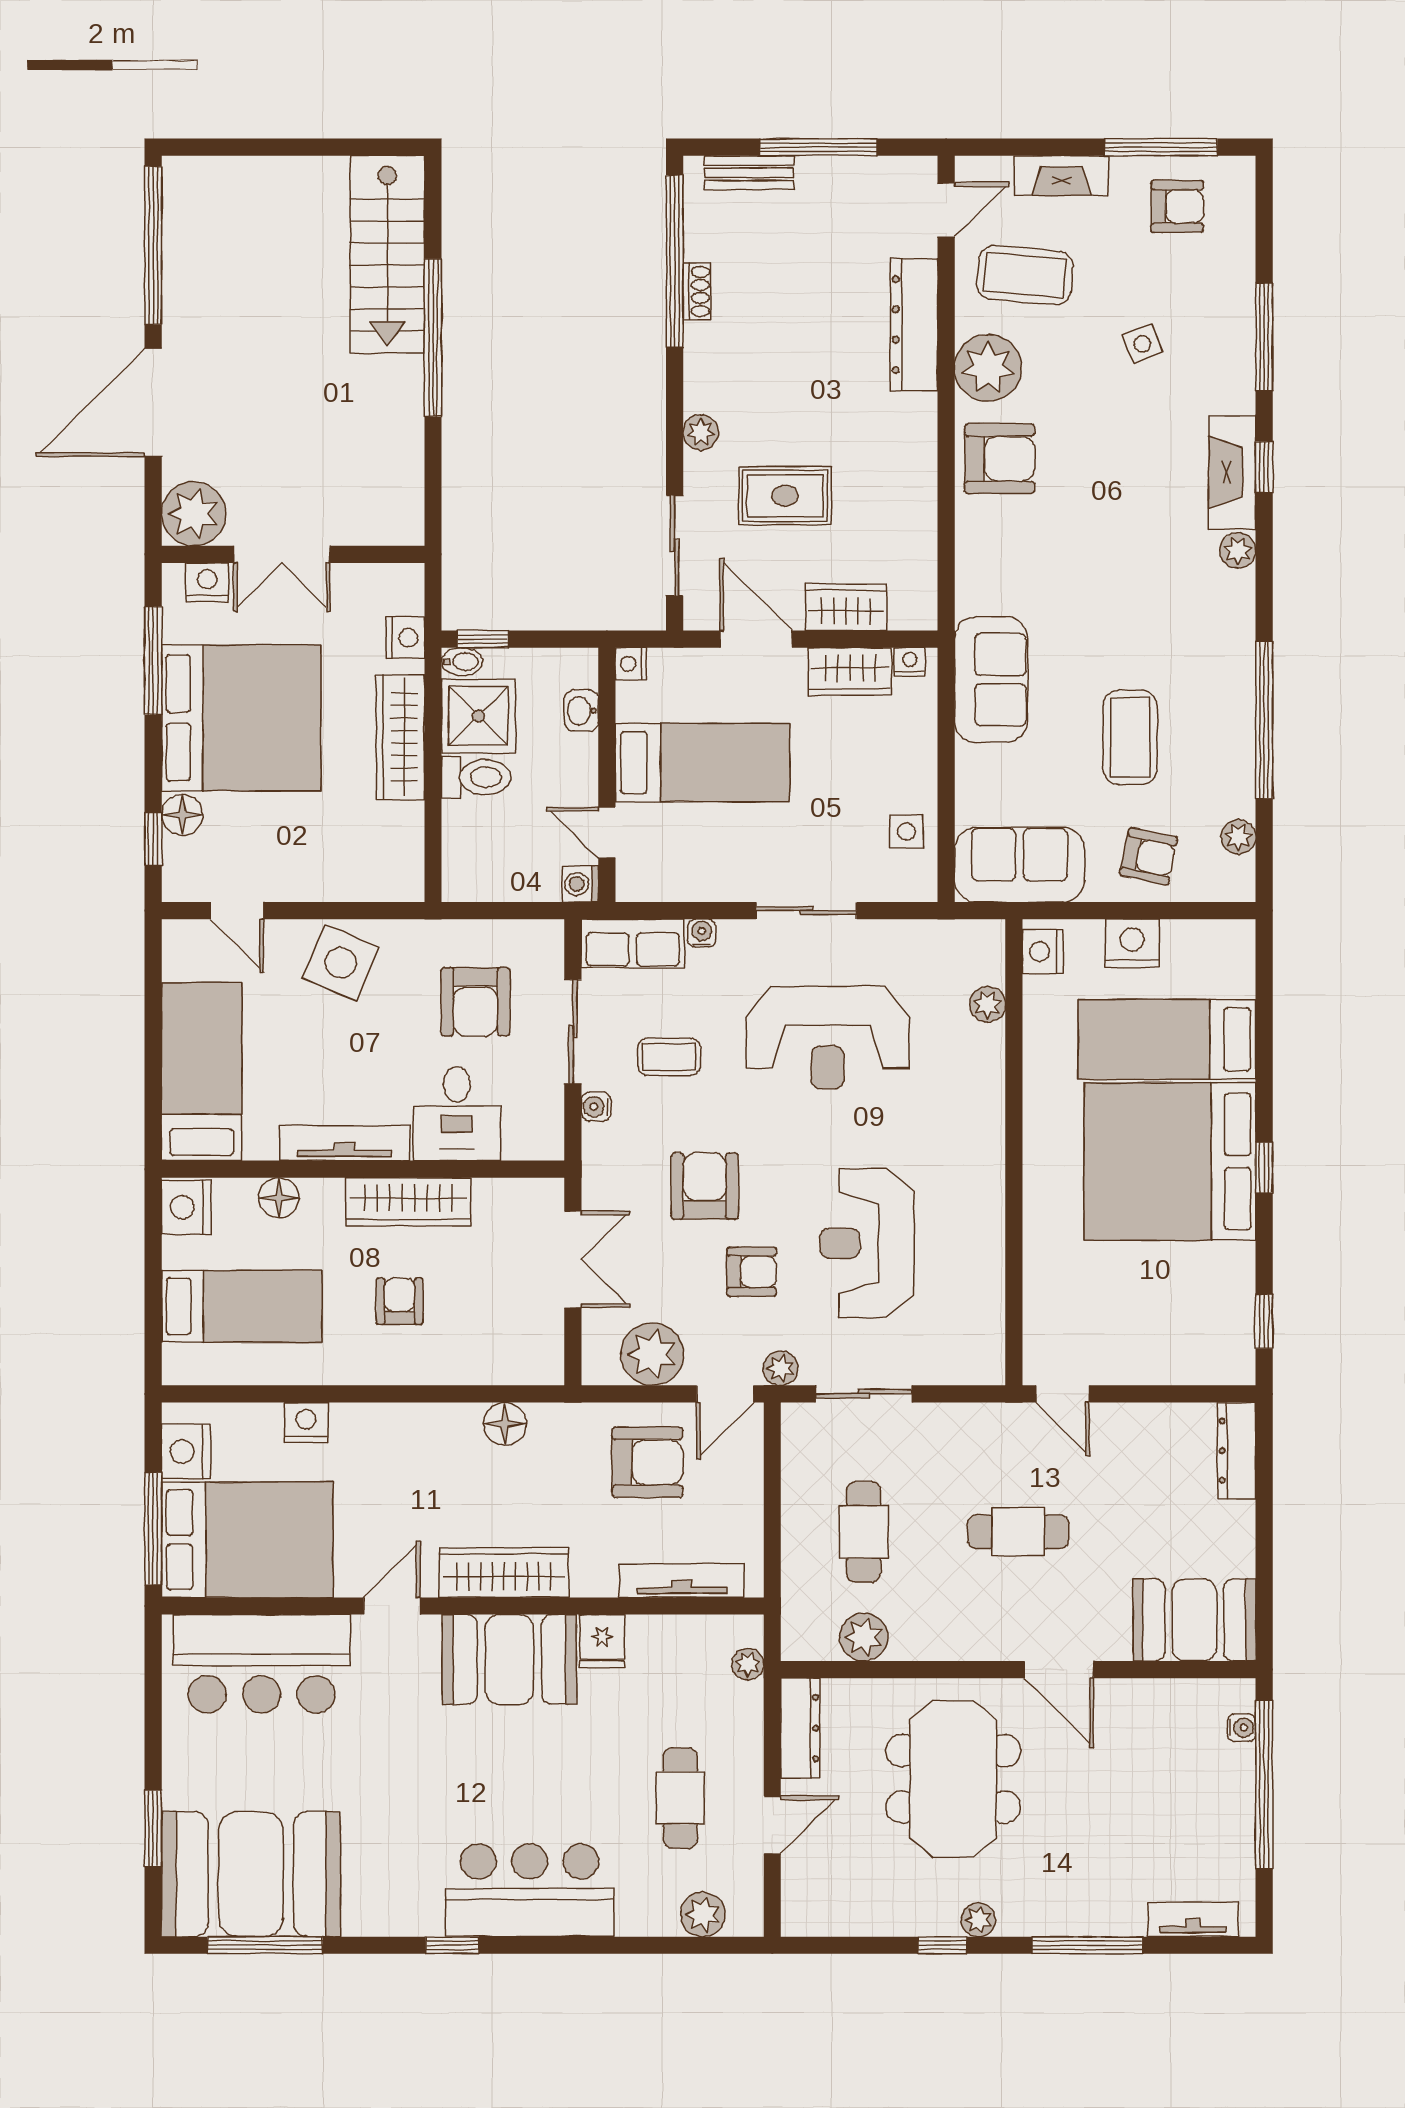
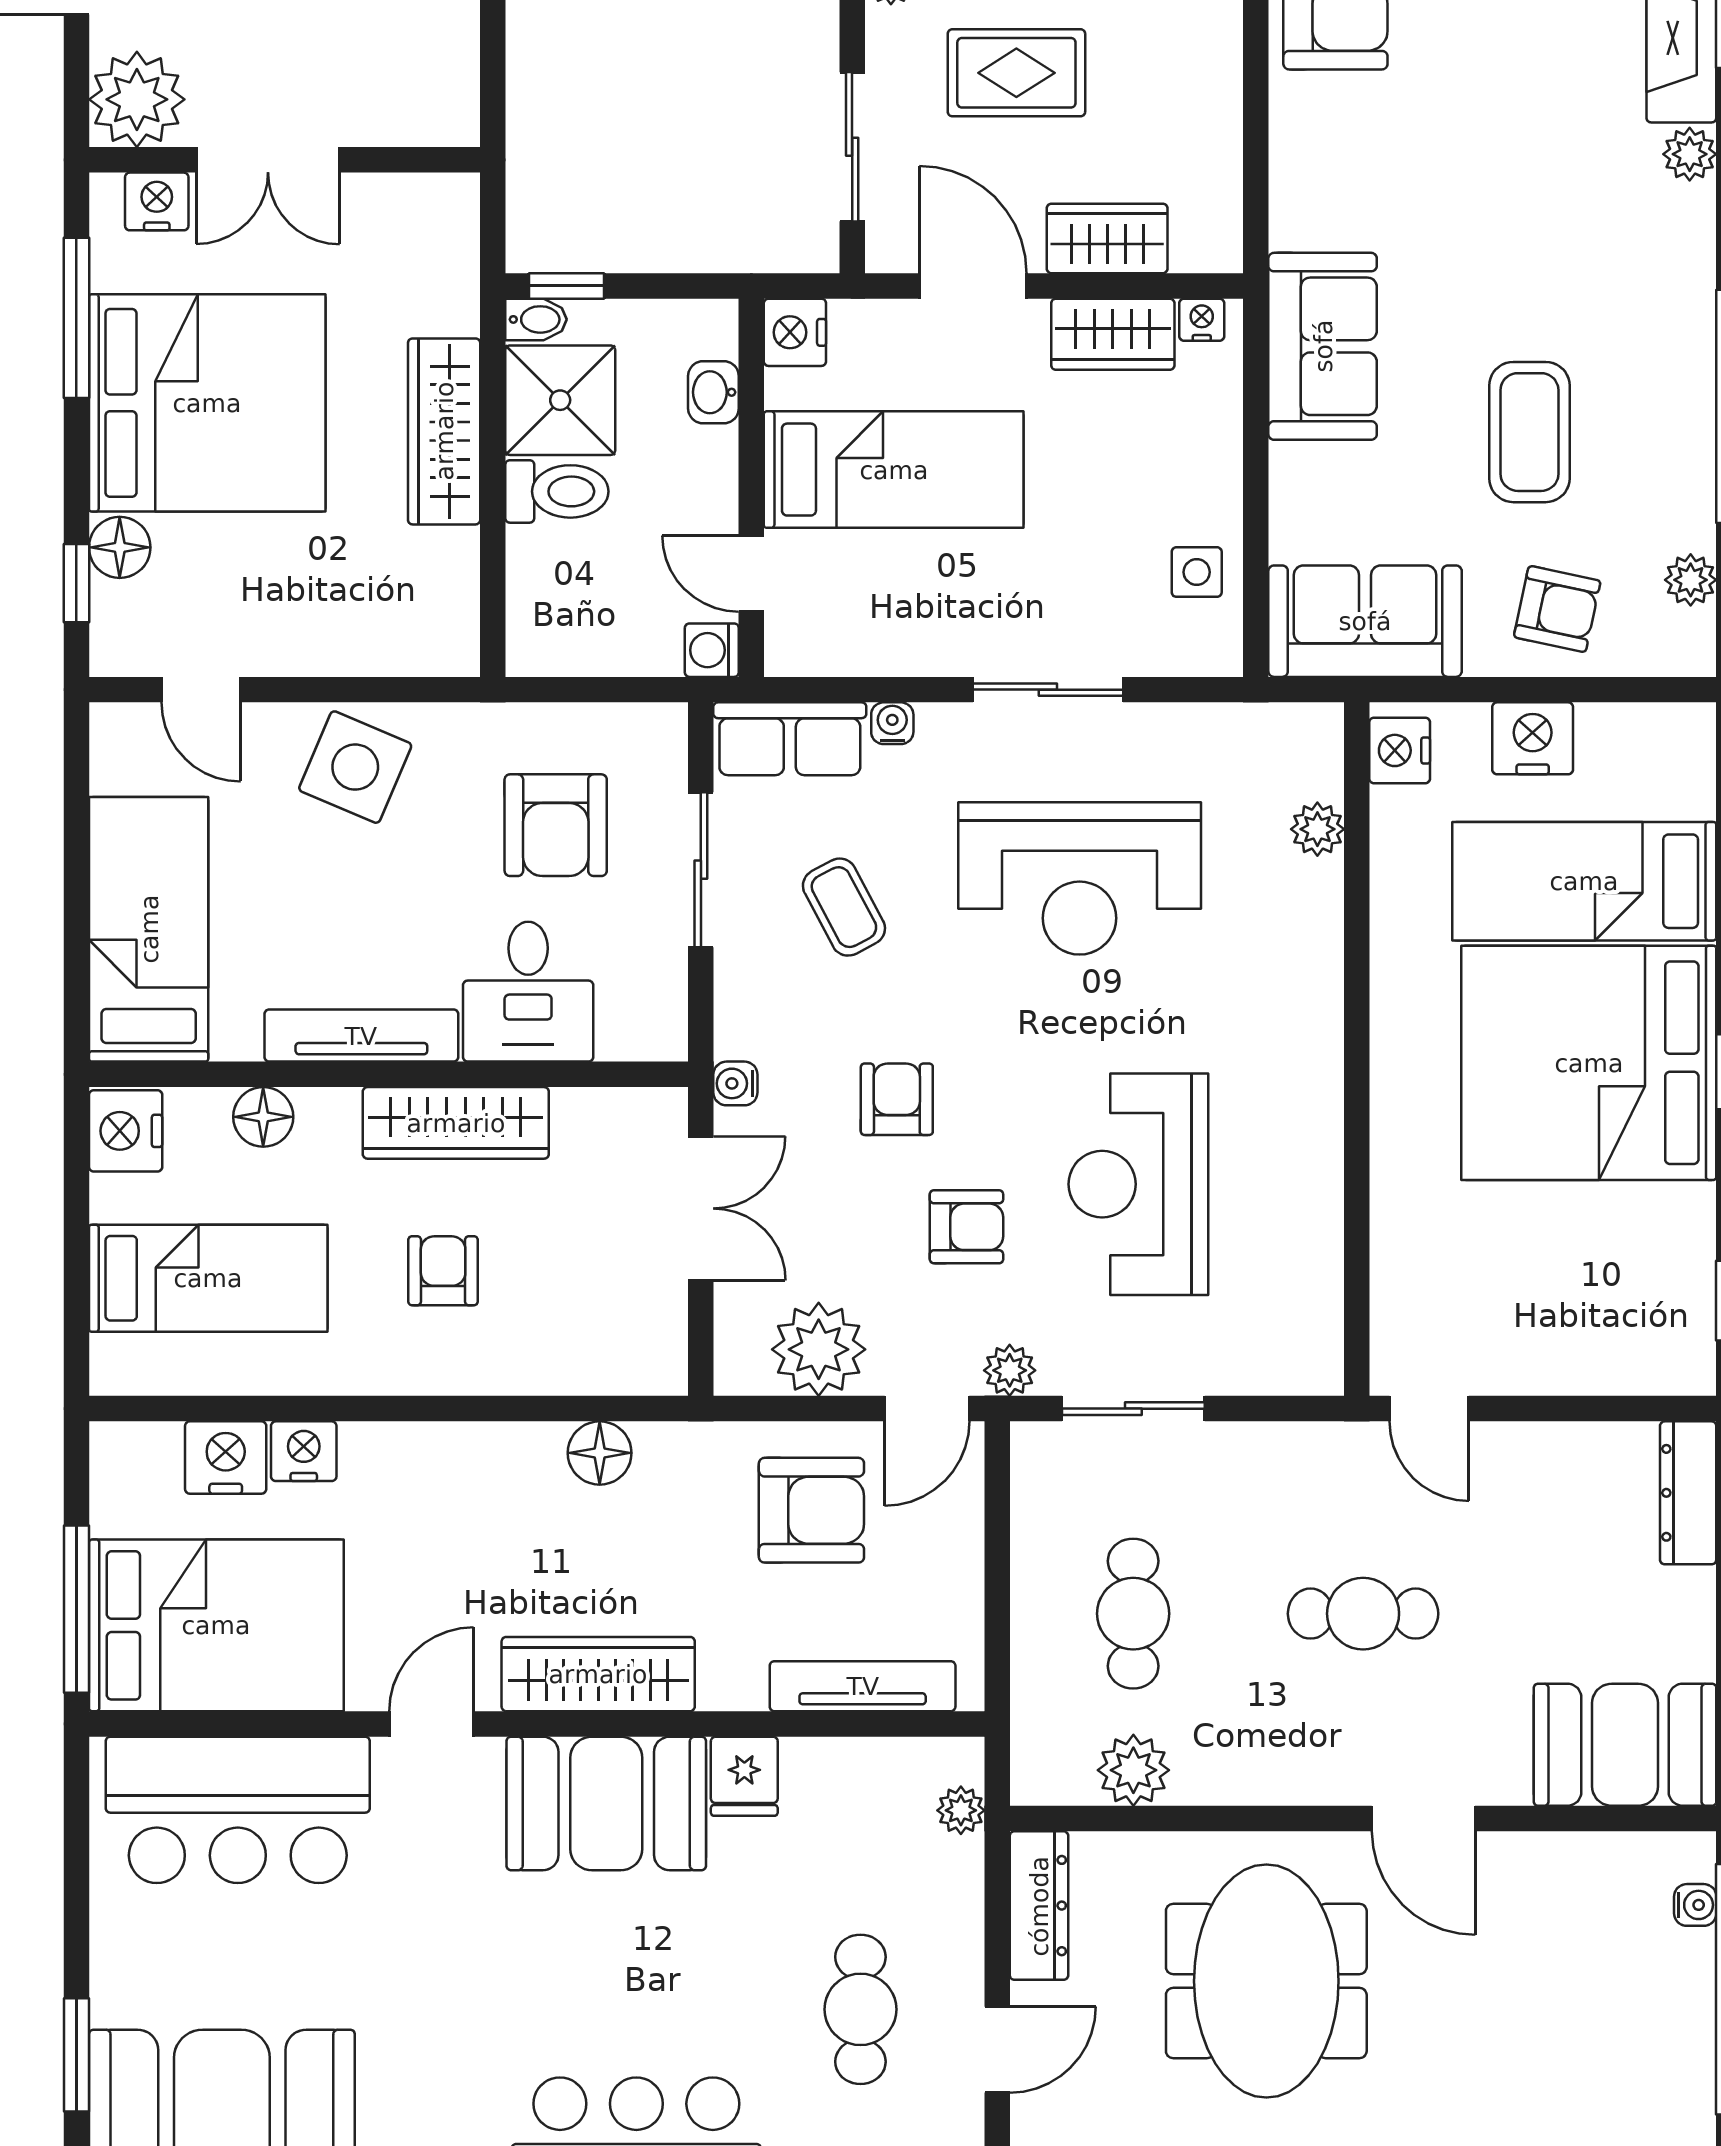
nightstand: (405, 638) -> (452, 284), removed
nightstand: (631, 664) -> (795, 332), width x1.39, depth x1.35
coffee table: (669, 1057) -> (844, 907), turned 62
water cooler: (596, 1107) -> (735, 1083), moved
armchair: (705, 1186) -> (897, 1099), width x0.72, depth x0.72
nightstand: (186, 1451) -> (226, 1457), moved, turned 90

